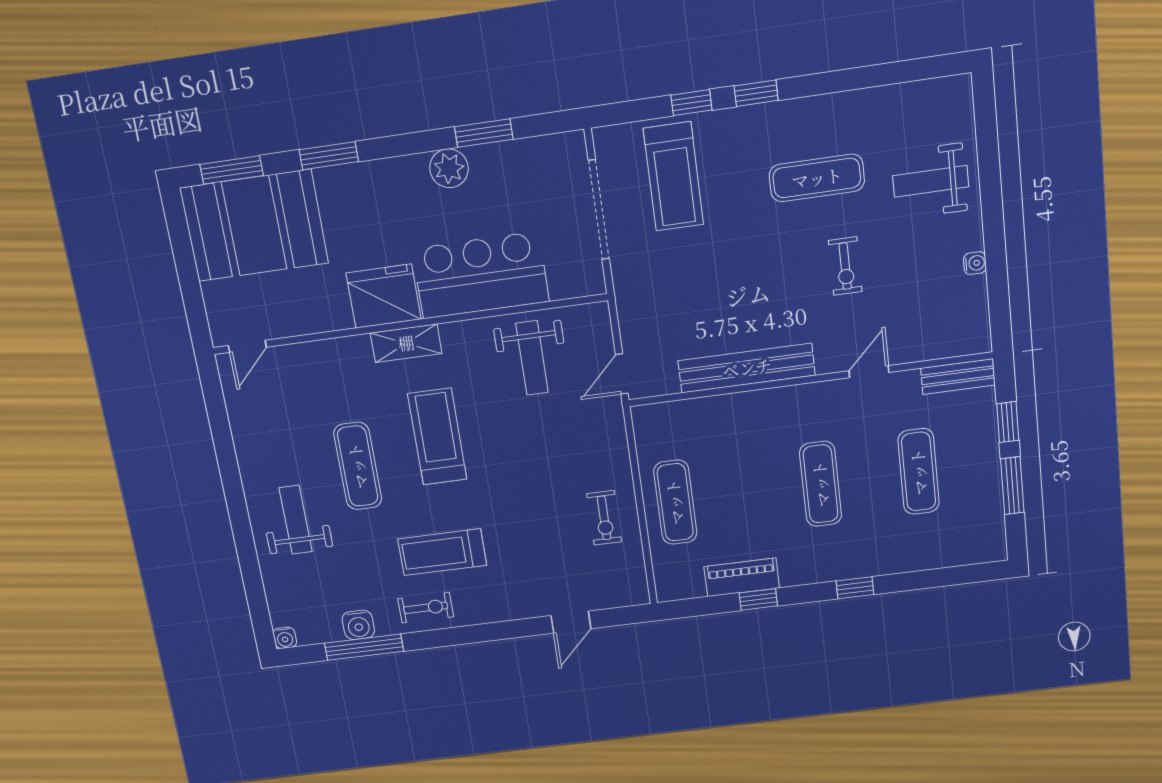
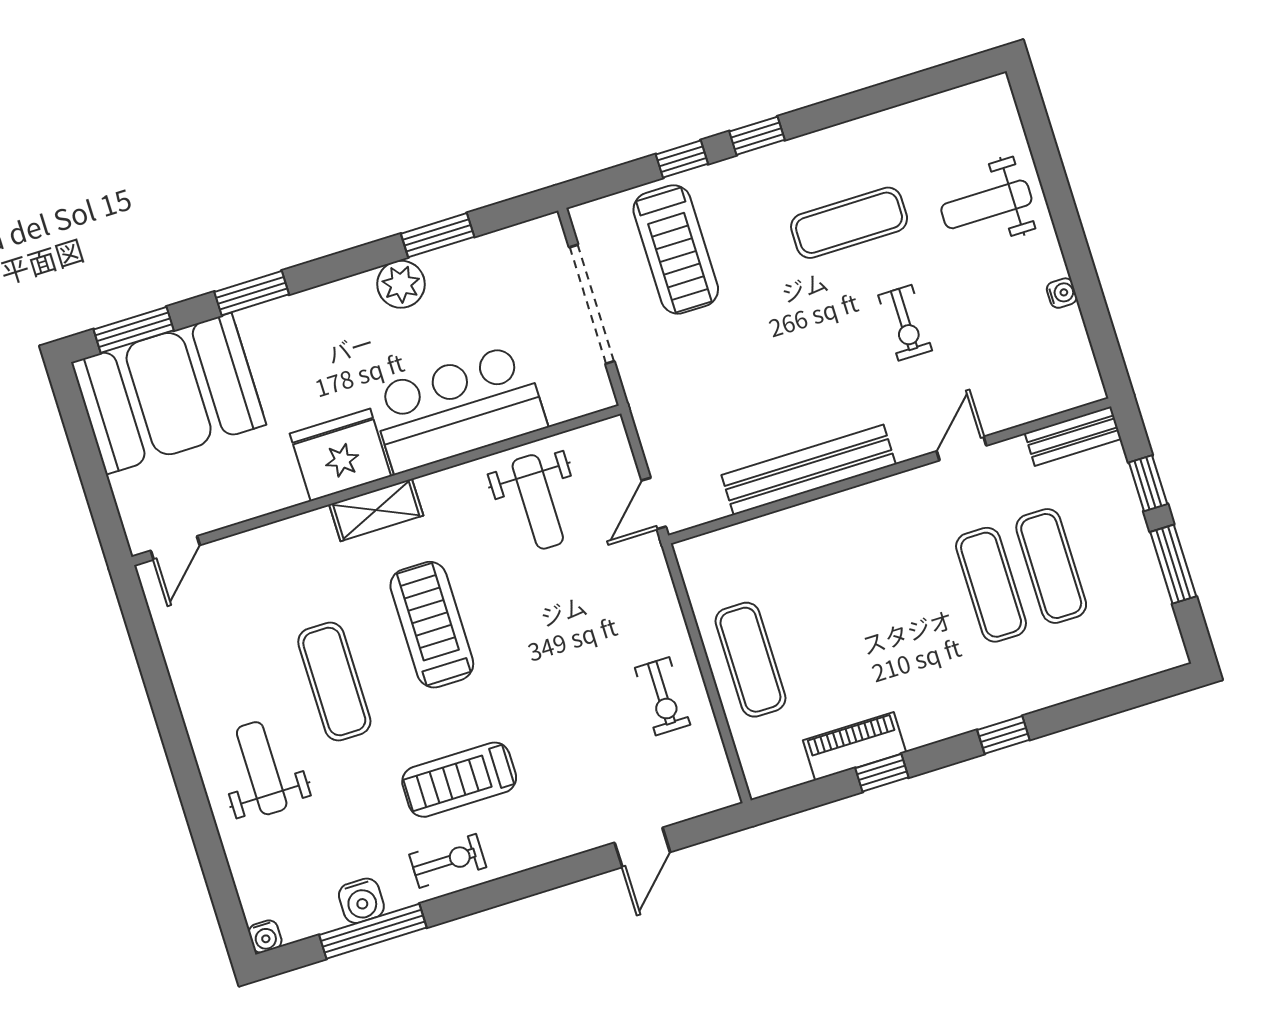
exercise mat: (821, 484) -> (991, 585), moved

